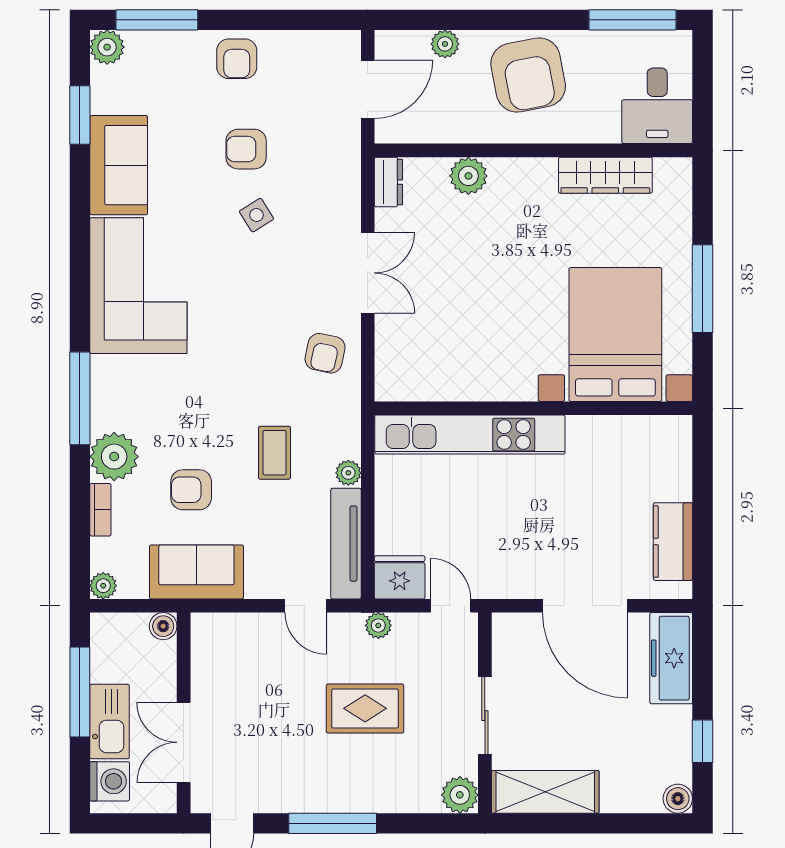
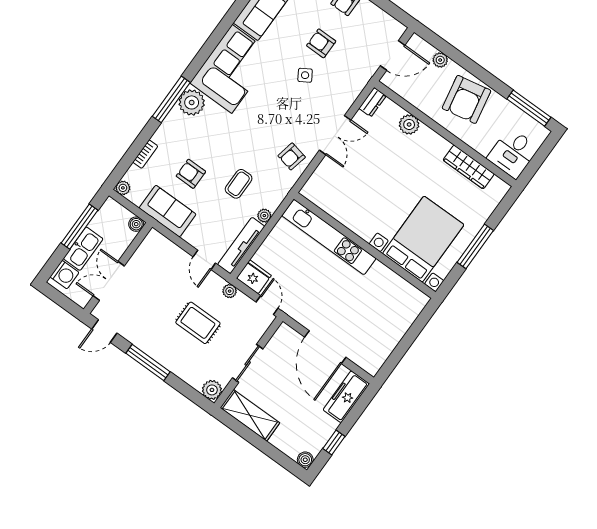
plant: (114, 457) -> (192, 102), moved
kitchen counter: (673, 542) -> (383, 347), removed

